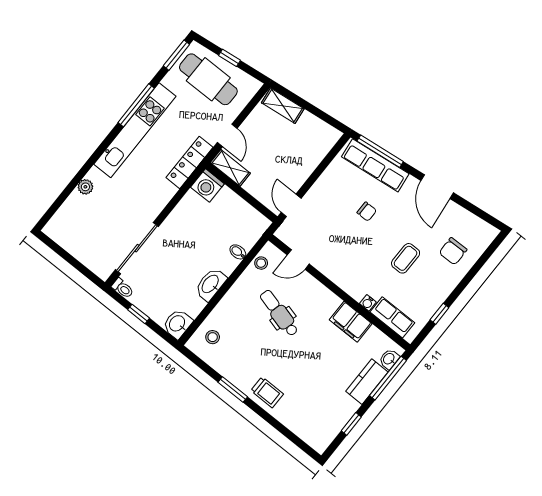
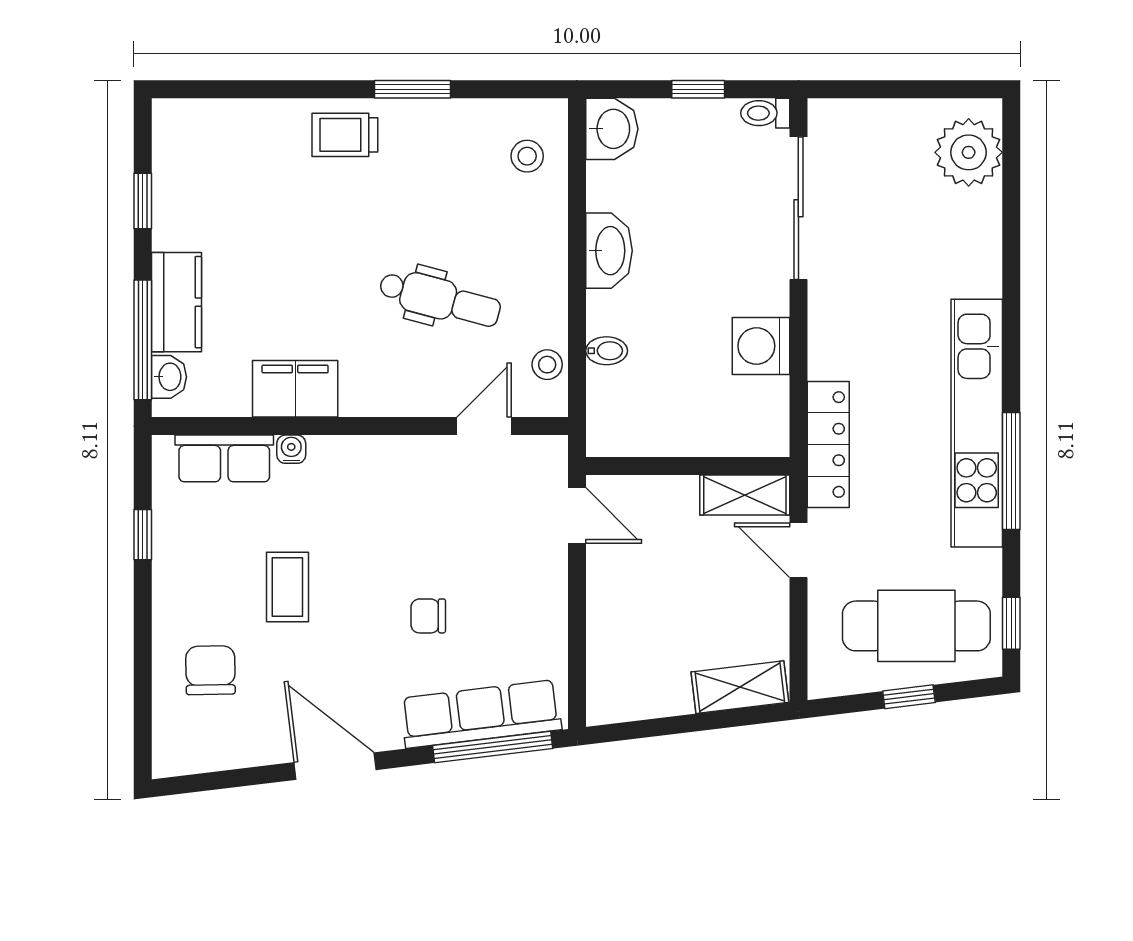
window: (176, 55) -> (1011, 623), width x0.67
washing machine: (207, 185) -> (761, 346), moved, turned -90
plant: (85, 187) -> (969, 152), moved, width x1.88, depth x1.88

